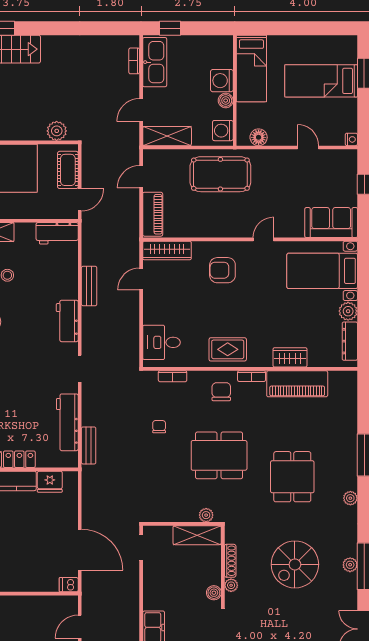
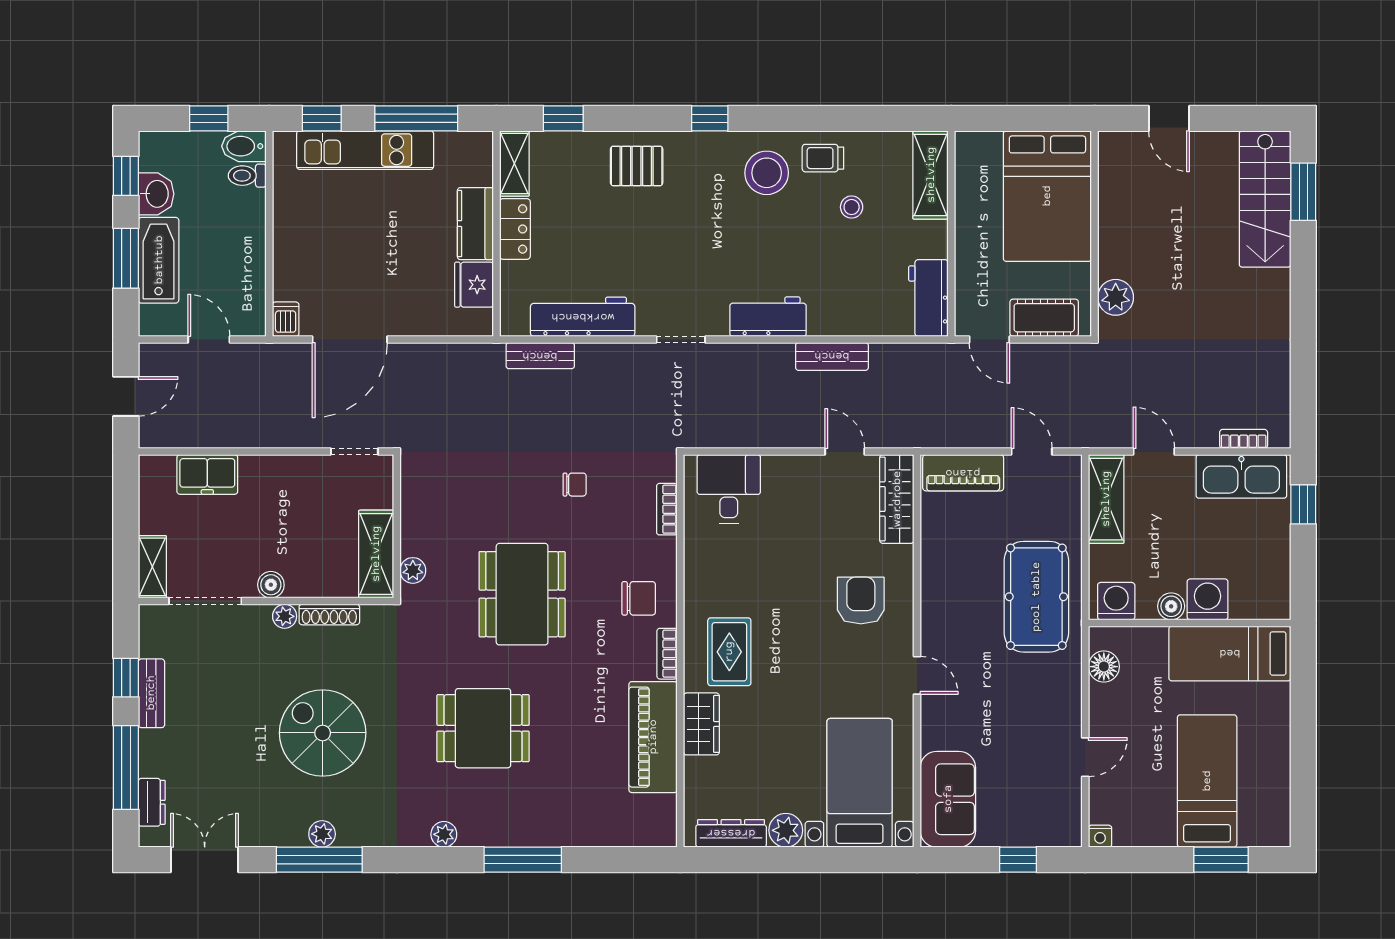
rug: (228, 349) -> (729, 652), moved

